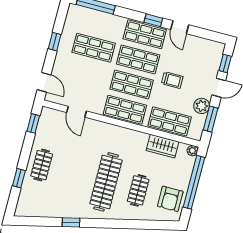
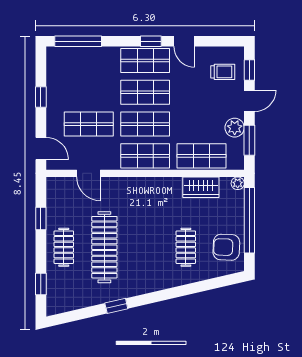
shop shelf: (94, 48) -> (89, 124), moved
trolley: (172, 80) -> (223, 72), moved
window: (33, 123) -> (41, 218), moved
window: (19, 178) -> (41, 284), moved
clothes rail: (106, 182) -> (104, 247), moved
armchair: (170, 199) -> (226, 247), turned 92

